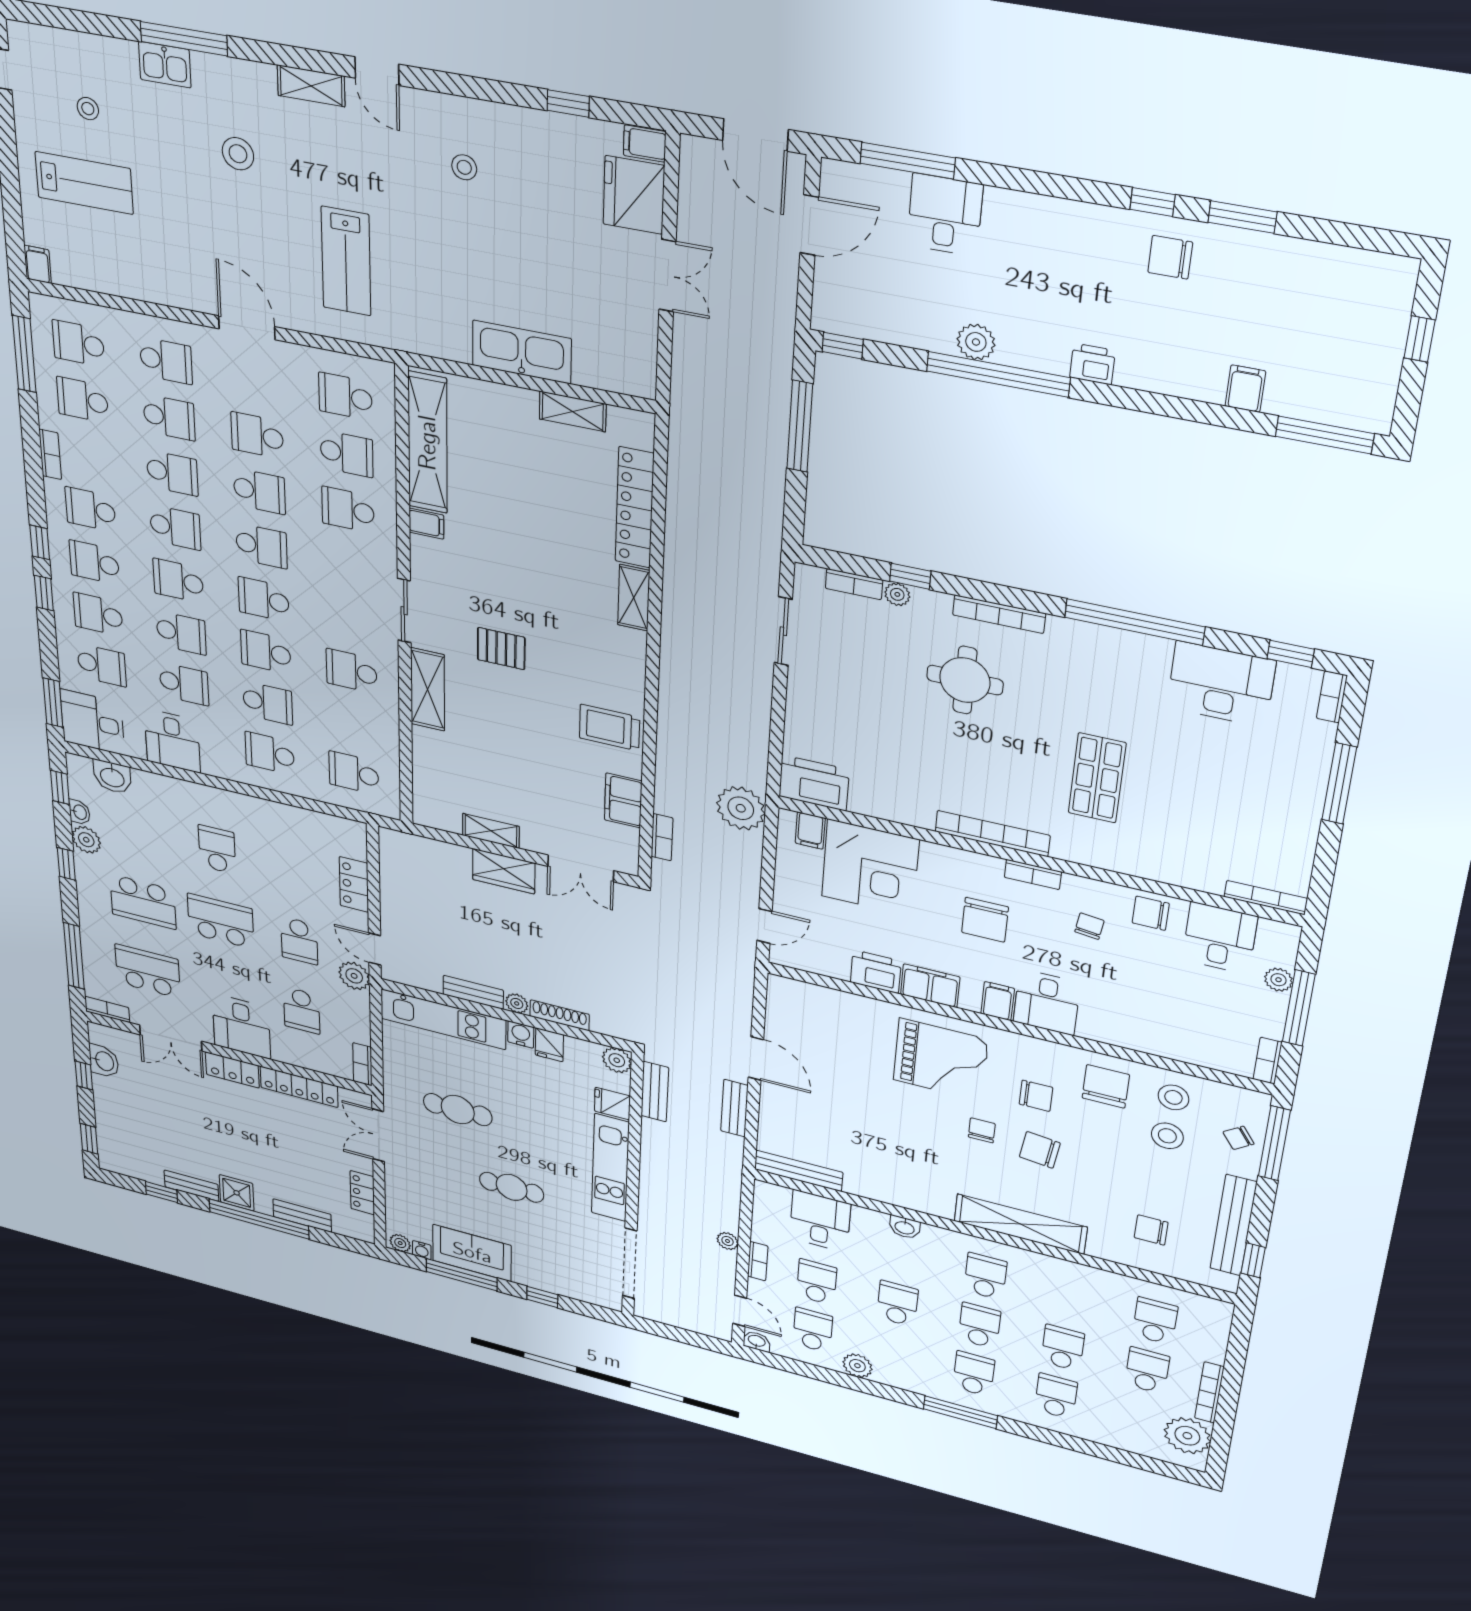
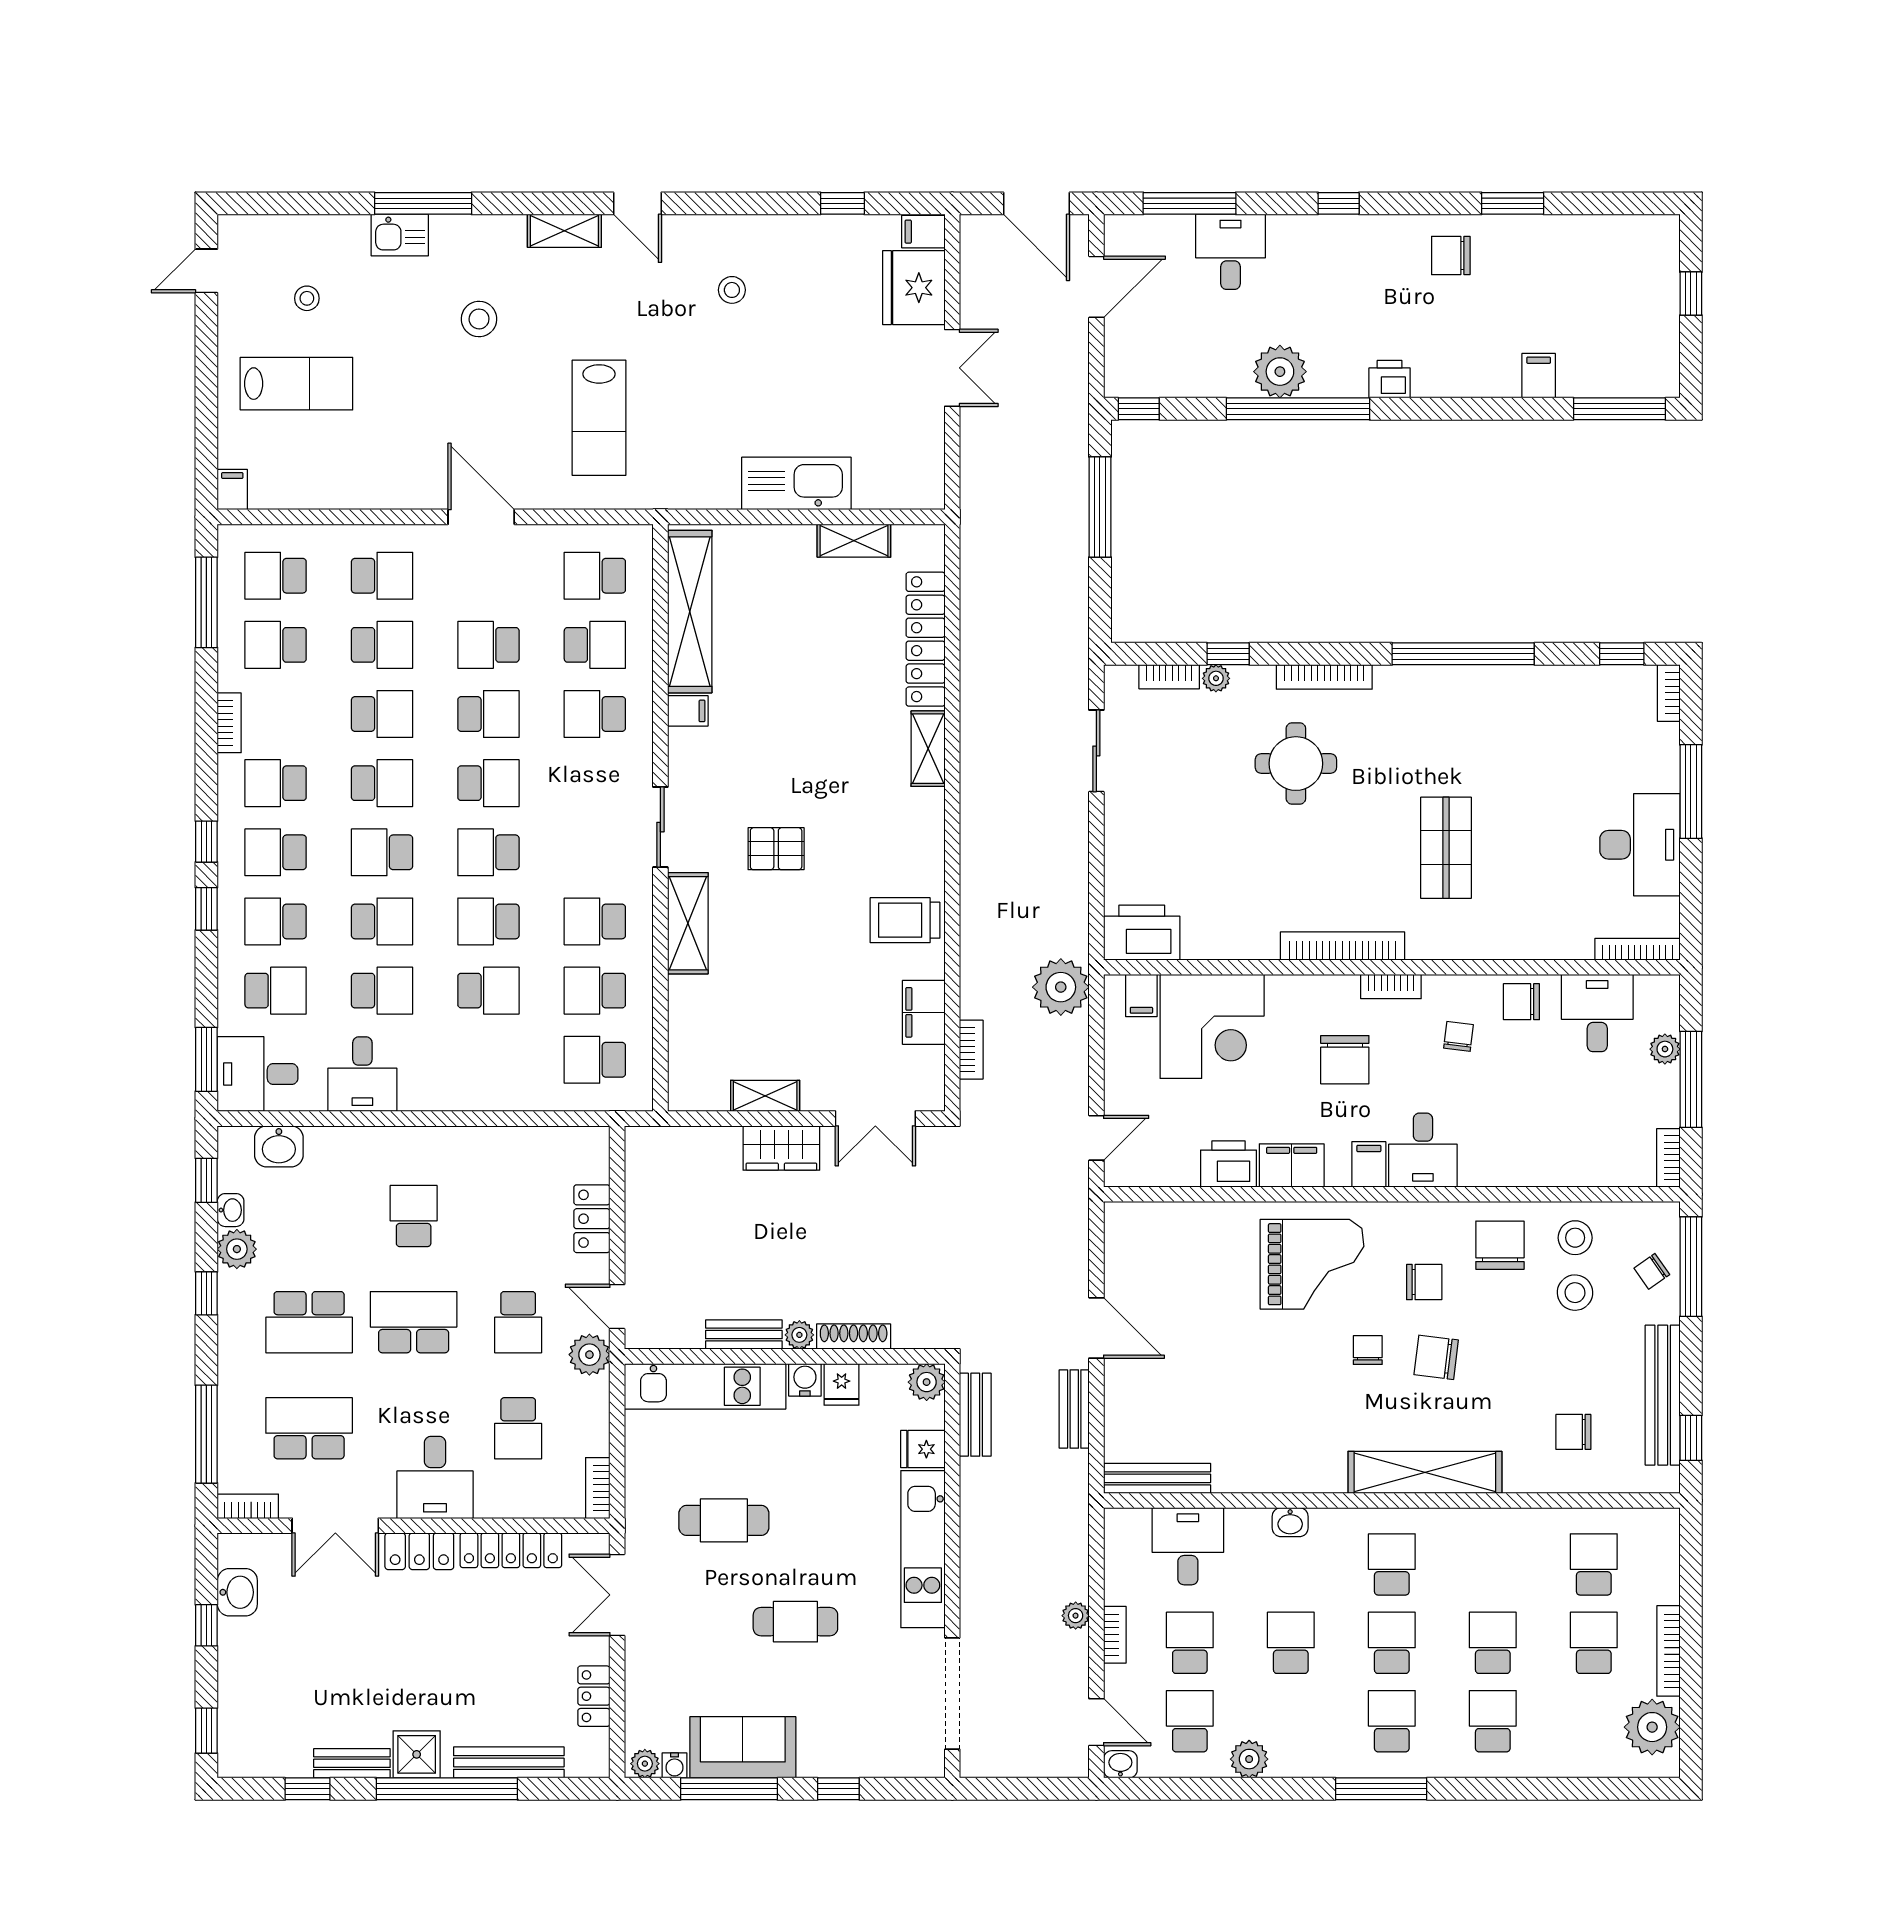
window: (1153, 202) -> (1339, 203), moved
plant: (976, 342) -> (1280, 372), width x1.36, depth x1.36
desk: (1221, 684) -> (1640, 845), moved, turned 90
school desk: (270, 753) -> (595, 991), moved
bench: (302, 1216) -> (509, 1762), width x1.36

